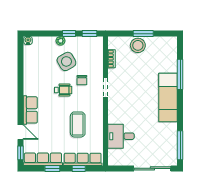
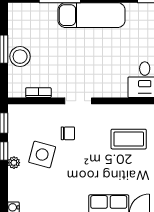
side table: (66, 61) -> (42, 154), turned 45
wheelchair: (63, 90) -> (81, 159), removed

